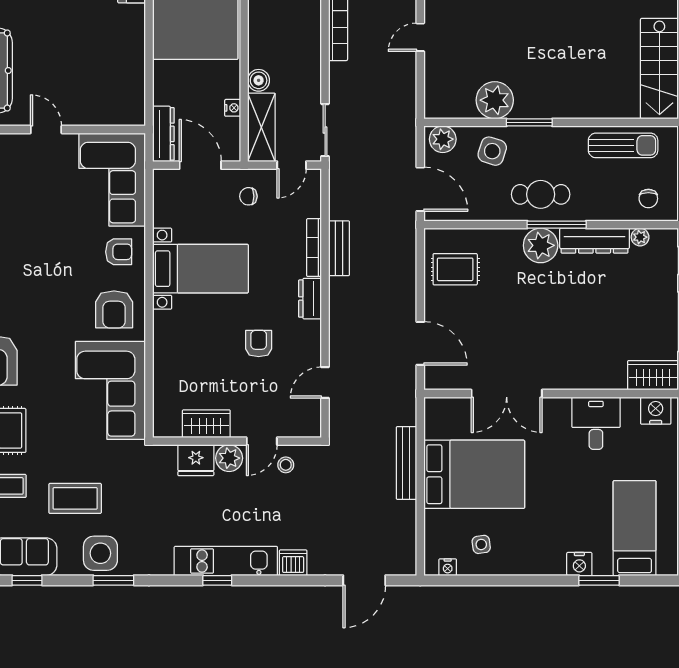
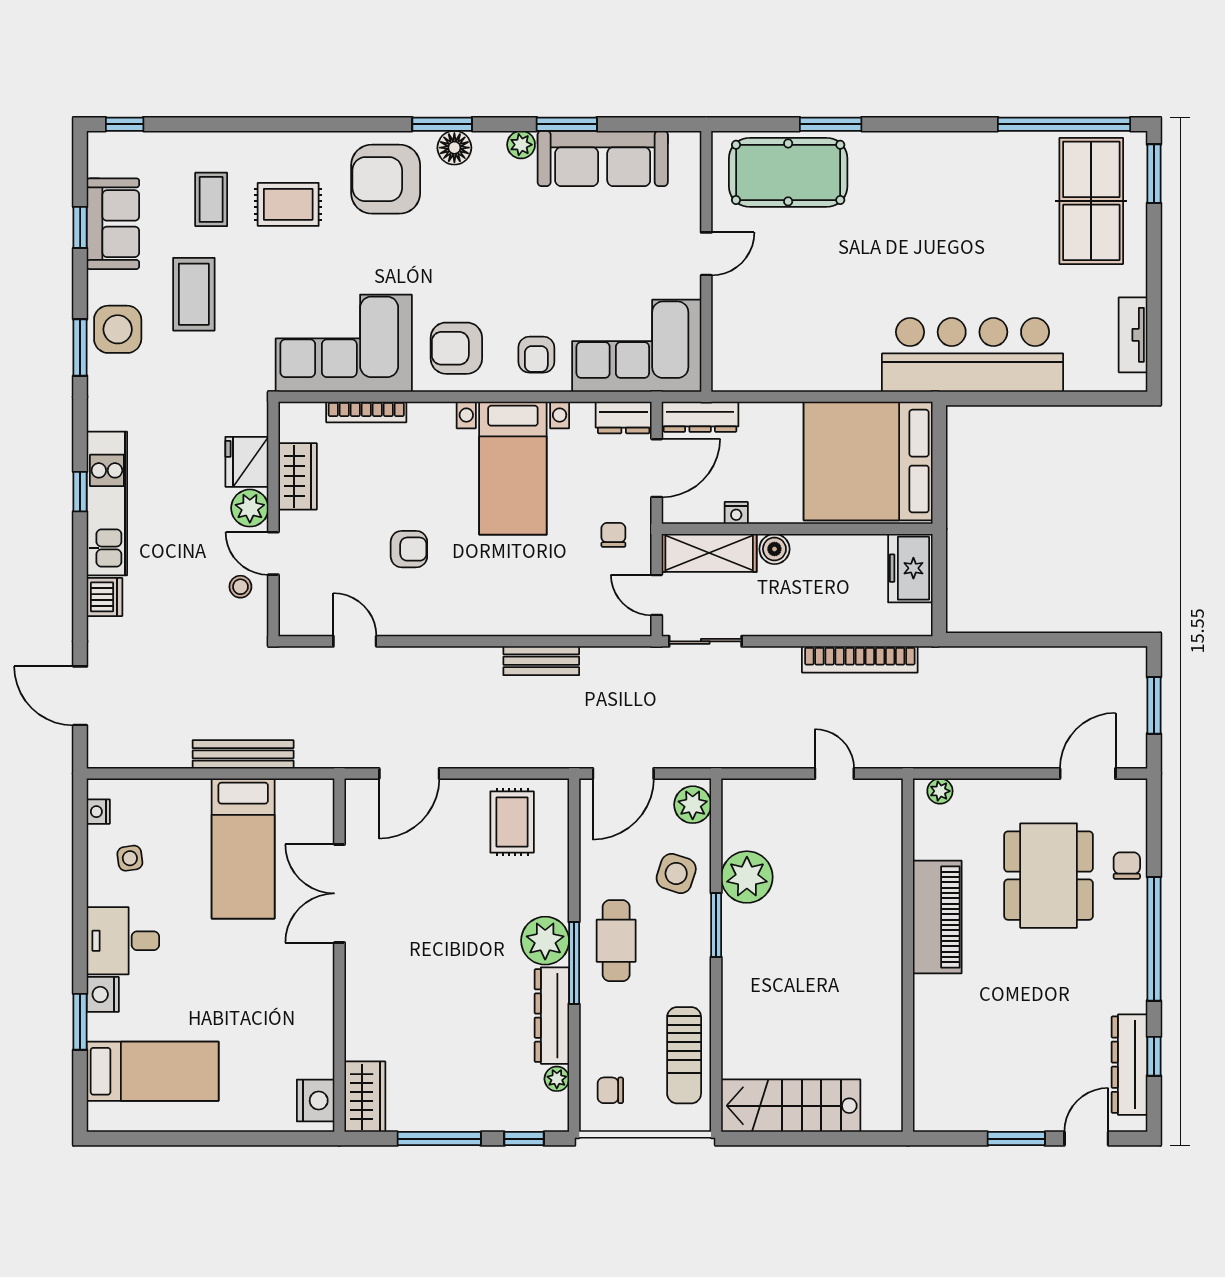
bookcase: (314, 248) -> (366, 412), moved, turned 180
dresser: (310, 299) -> (624, 418), moved, turned 180
desk: (596, 423) -> (123, 941), moved, turned 180
bed: (474, 474) -> (243, 848), width x0.67

